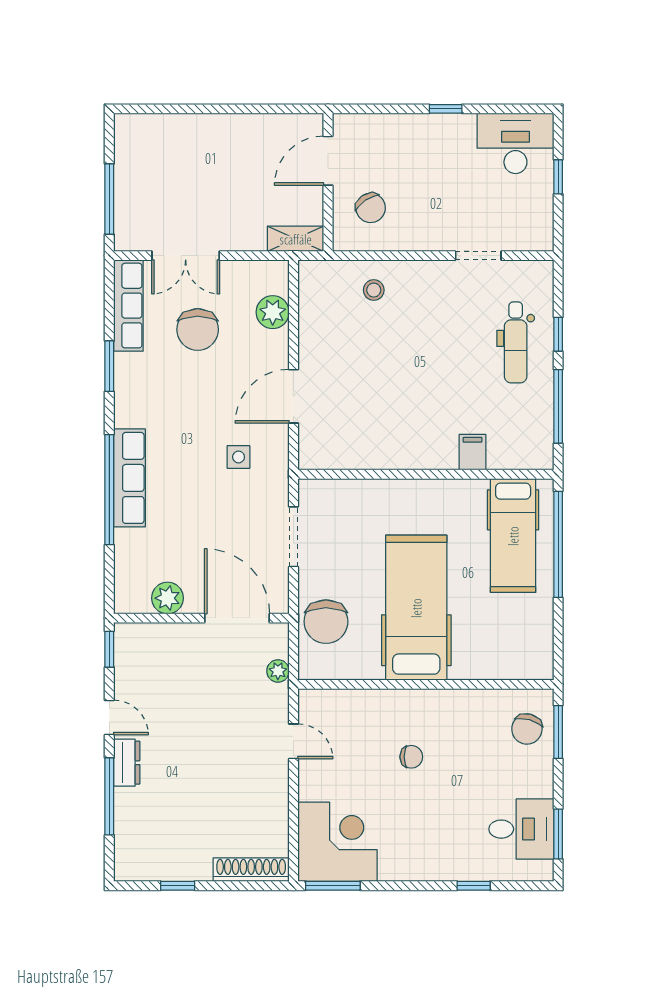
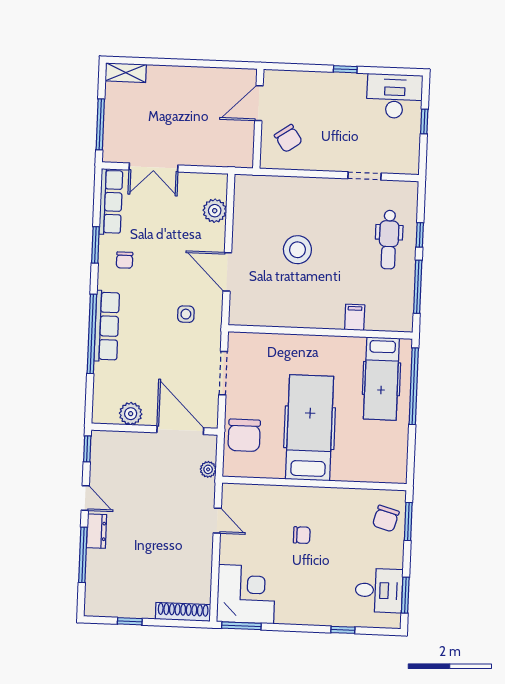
shelving: (296, 239) -> (126, 73), moved
stool: (374, 290) -> (297, 250), moved, width x1.89, depth x1.89
chair: (198, 330) -> (125, 260), moved, width x0.54, depth x0.54
door: (293, 396) -> (227, 272), hinge flipped

